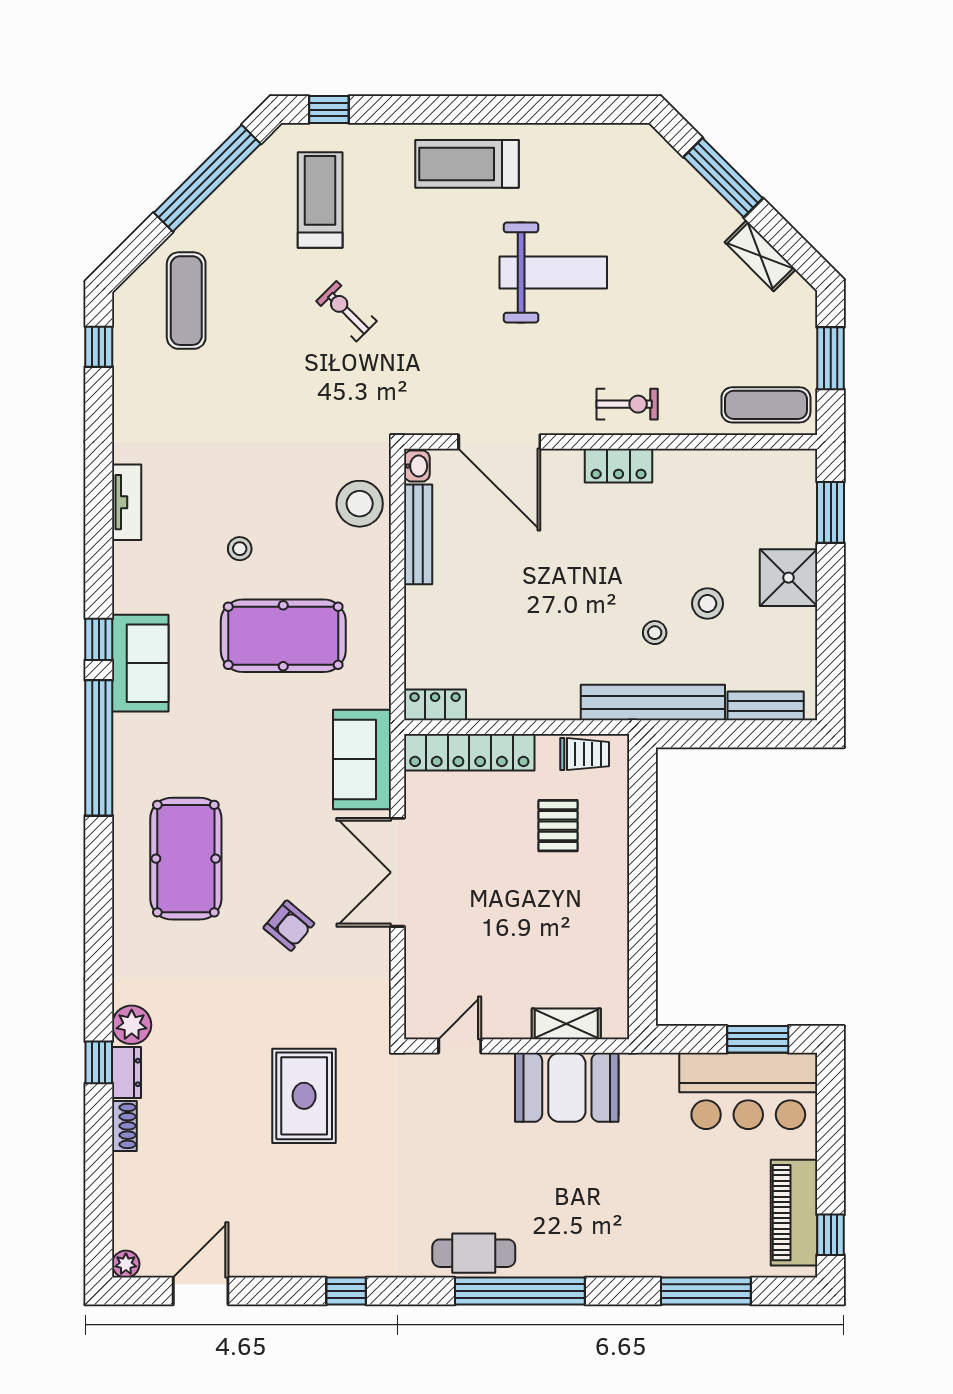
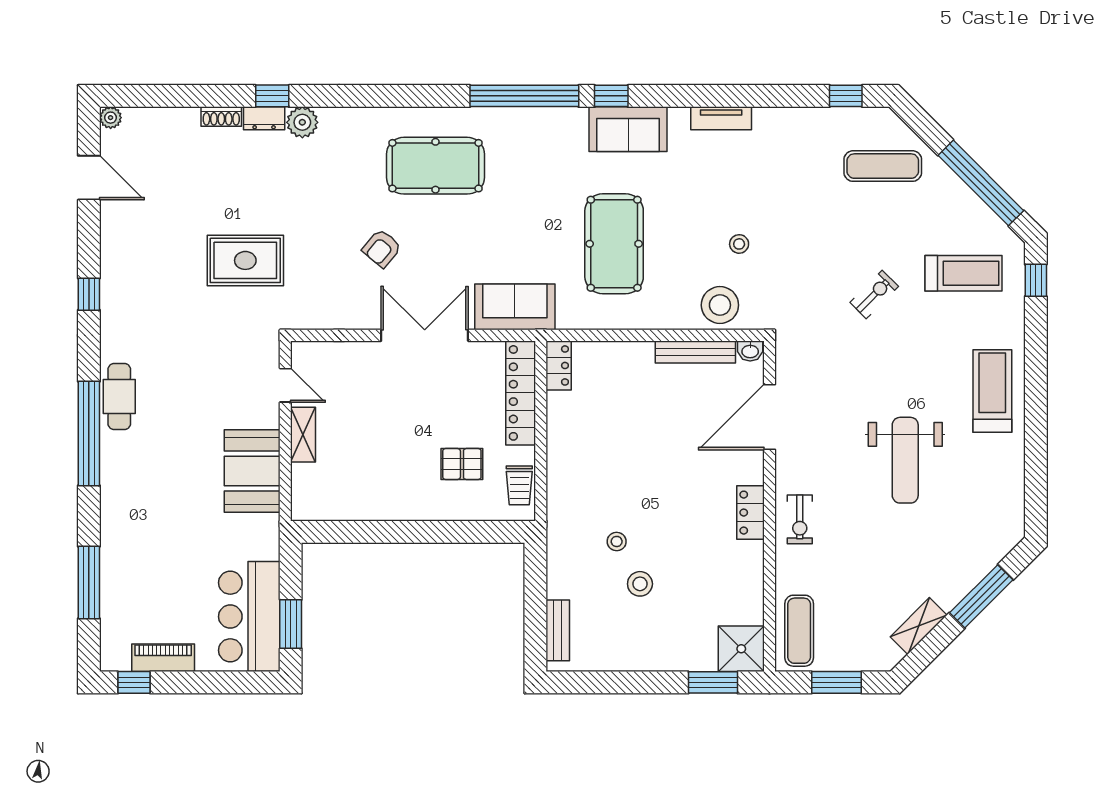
stool: (240, 549) -> (739, 244), moved
shower: (789, 578) -> (741, 649), moved
sofa: (140, 663) -> (628, 129), moved
bench: (653, 703) -> (561, 540), removed
shelving: (566, 1024) -> (303, 435), moved
piano: (794, 1213) -> (163, 658), width x0.73, depth x0.75

